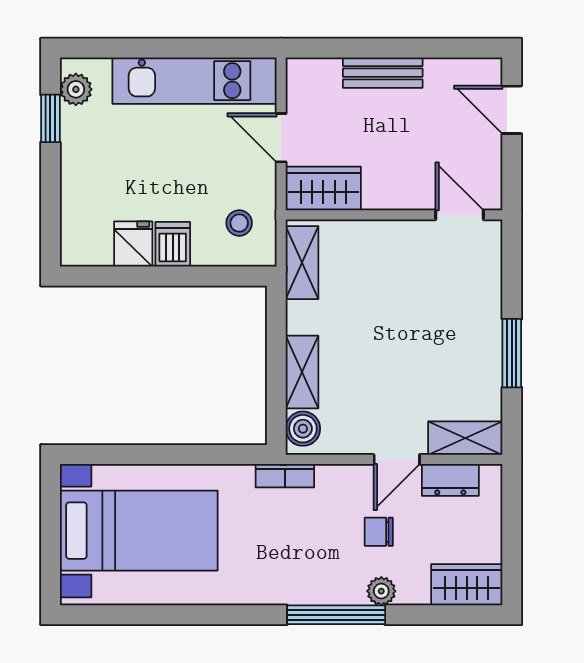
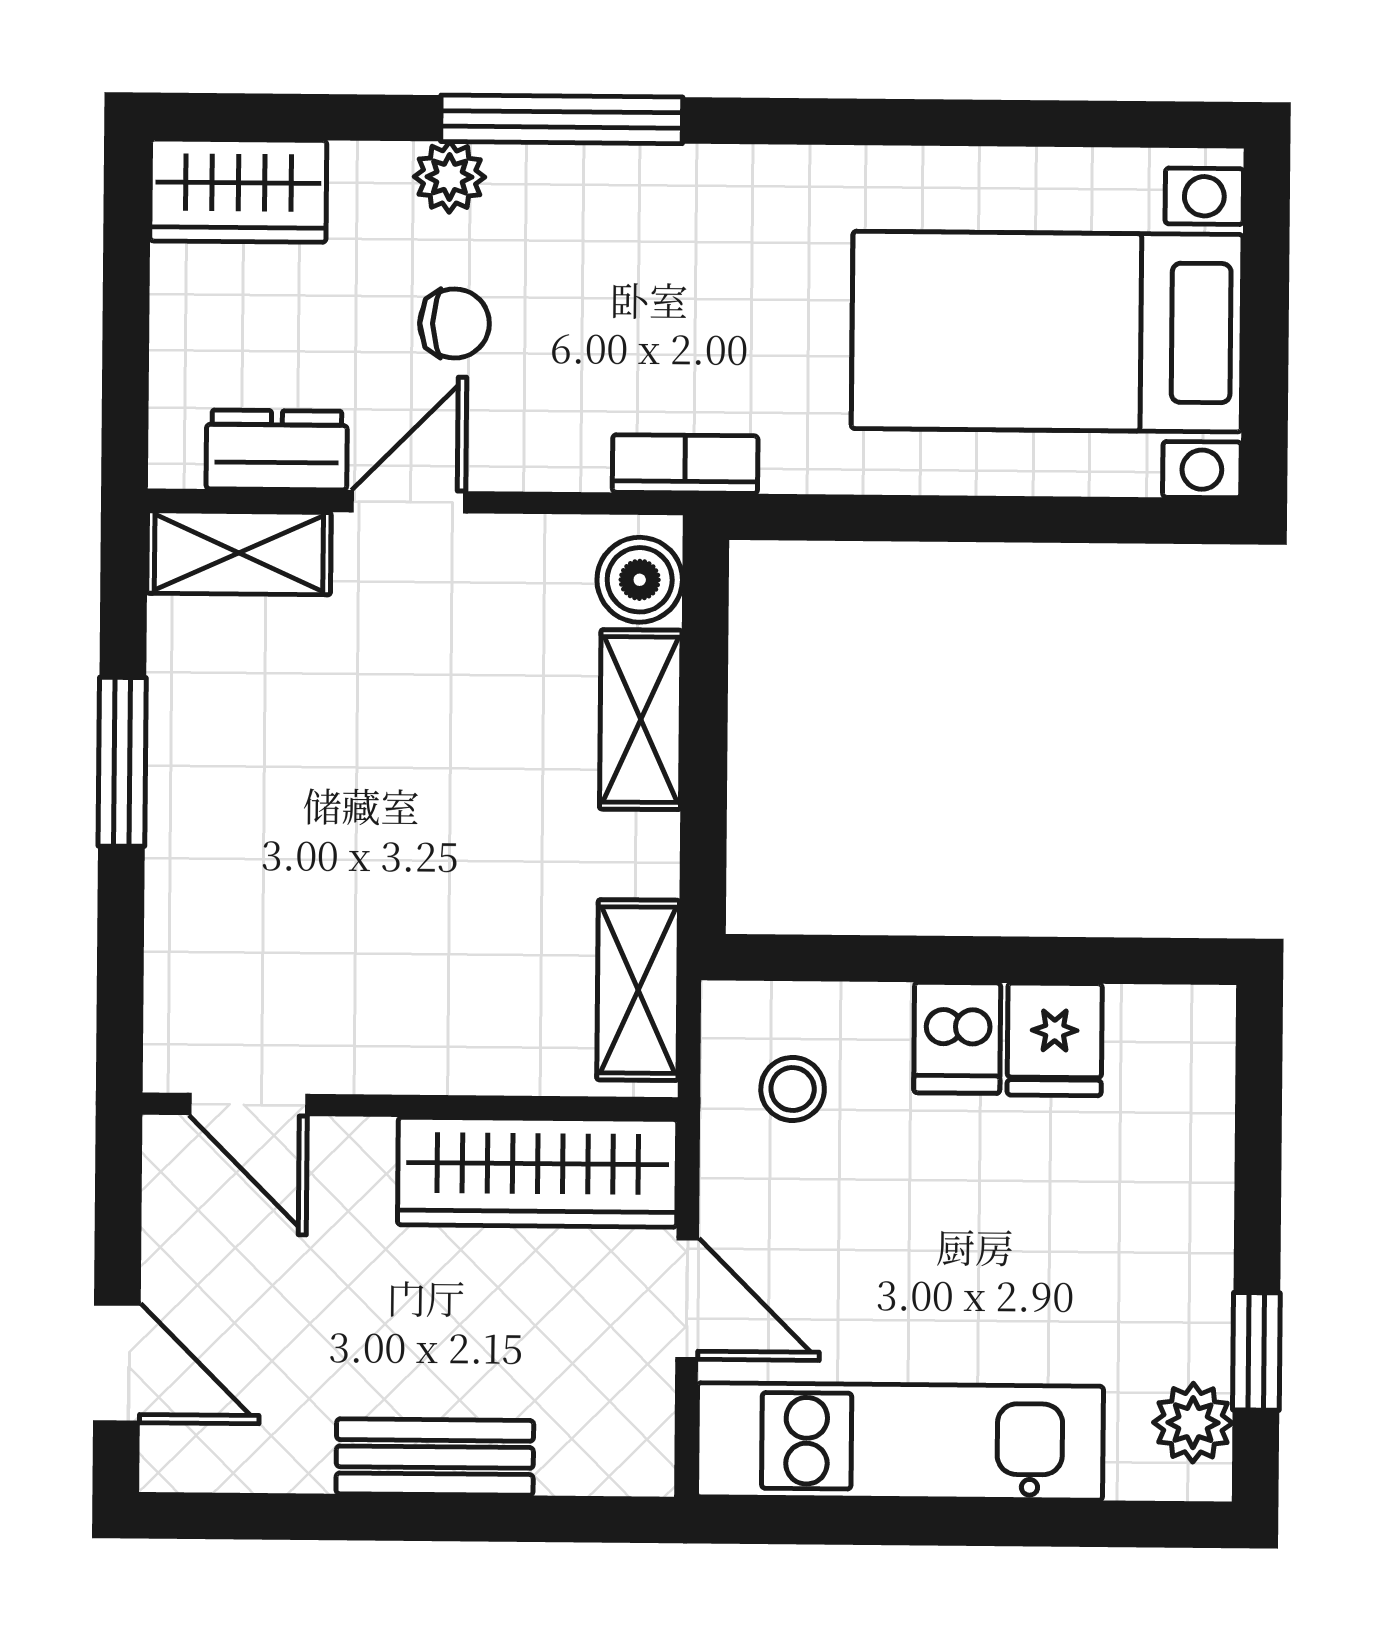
wardrobe: (323, 188) -> (538, 1172), width x1.50

